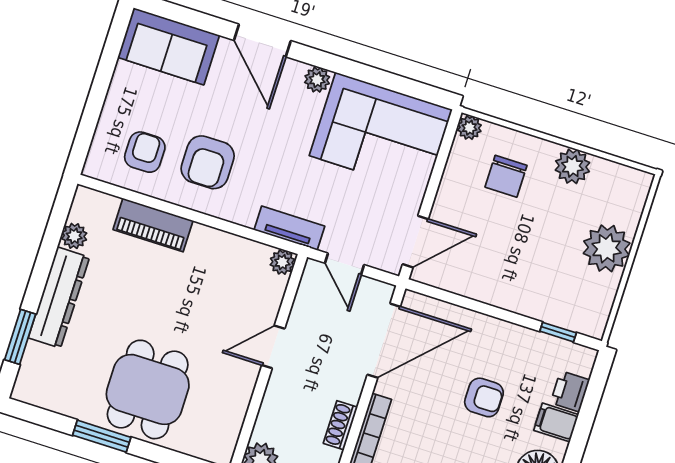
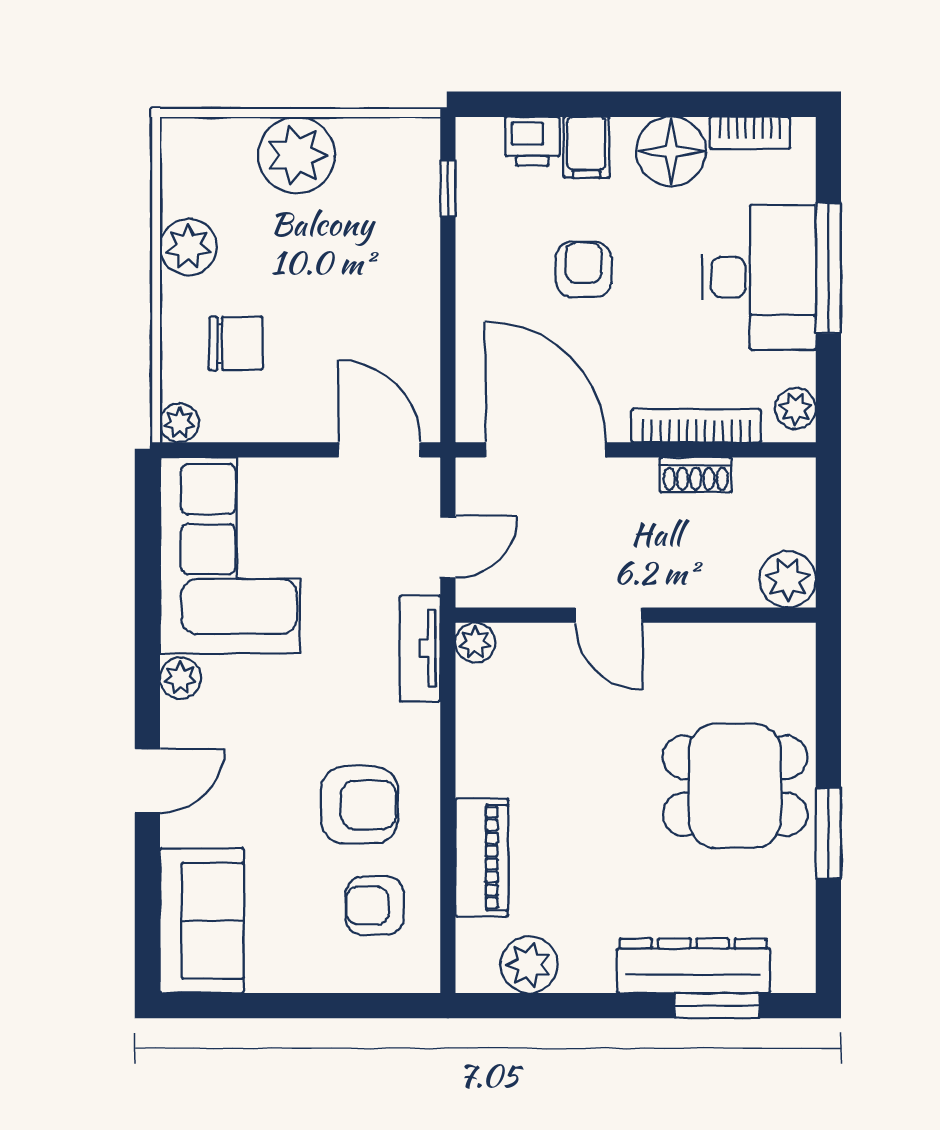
door: (262, 41) -> (147, 781), width x0.73
plant: (74, 236) -> (529, 965), width x1.38, depth x1.38
dresser: (59, 298) -> (693, 966), moved

